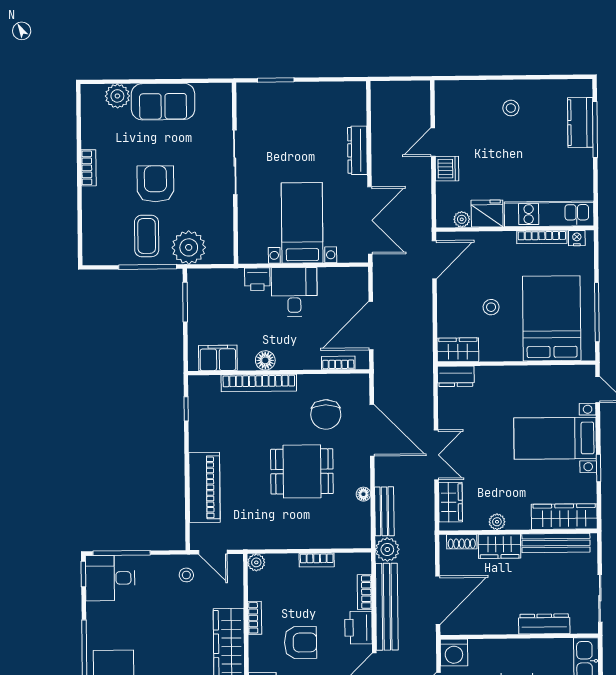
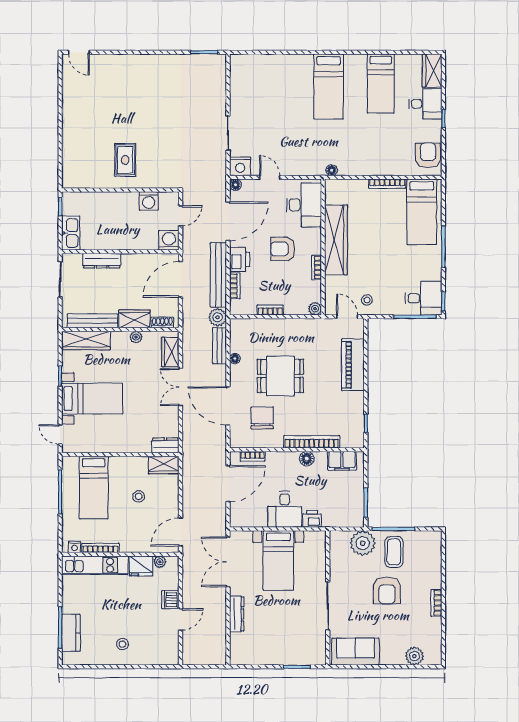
sofa: (163, 102) -> (355, 652), moved
bed: (552, 318) -> (94, 488), width x0.67

